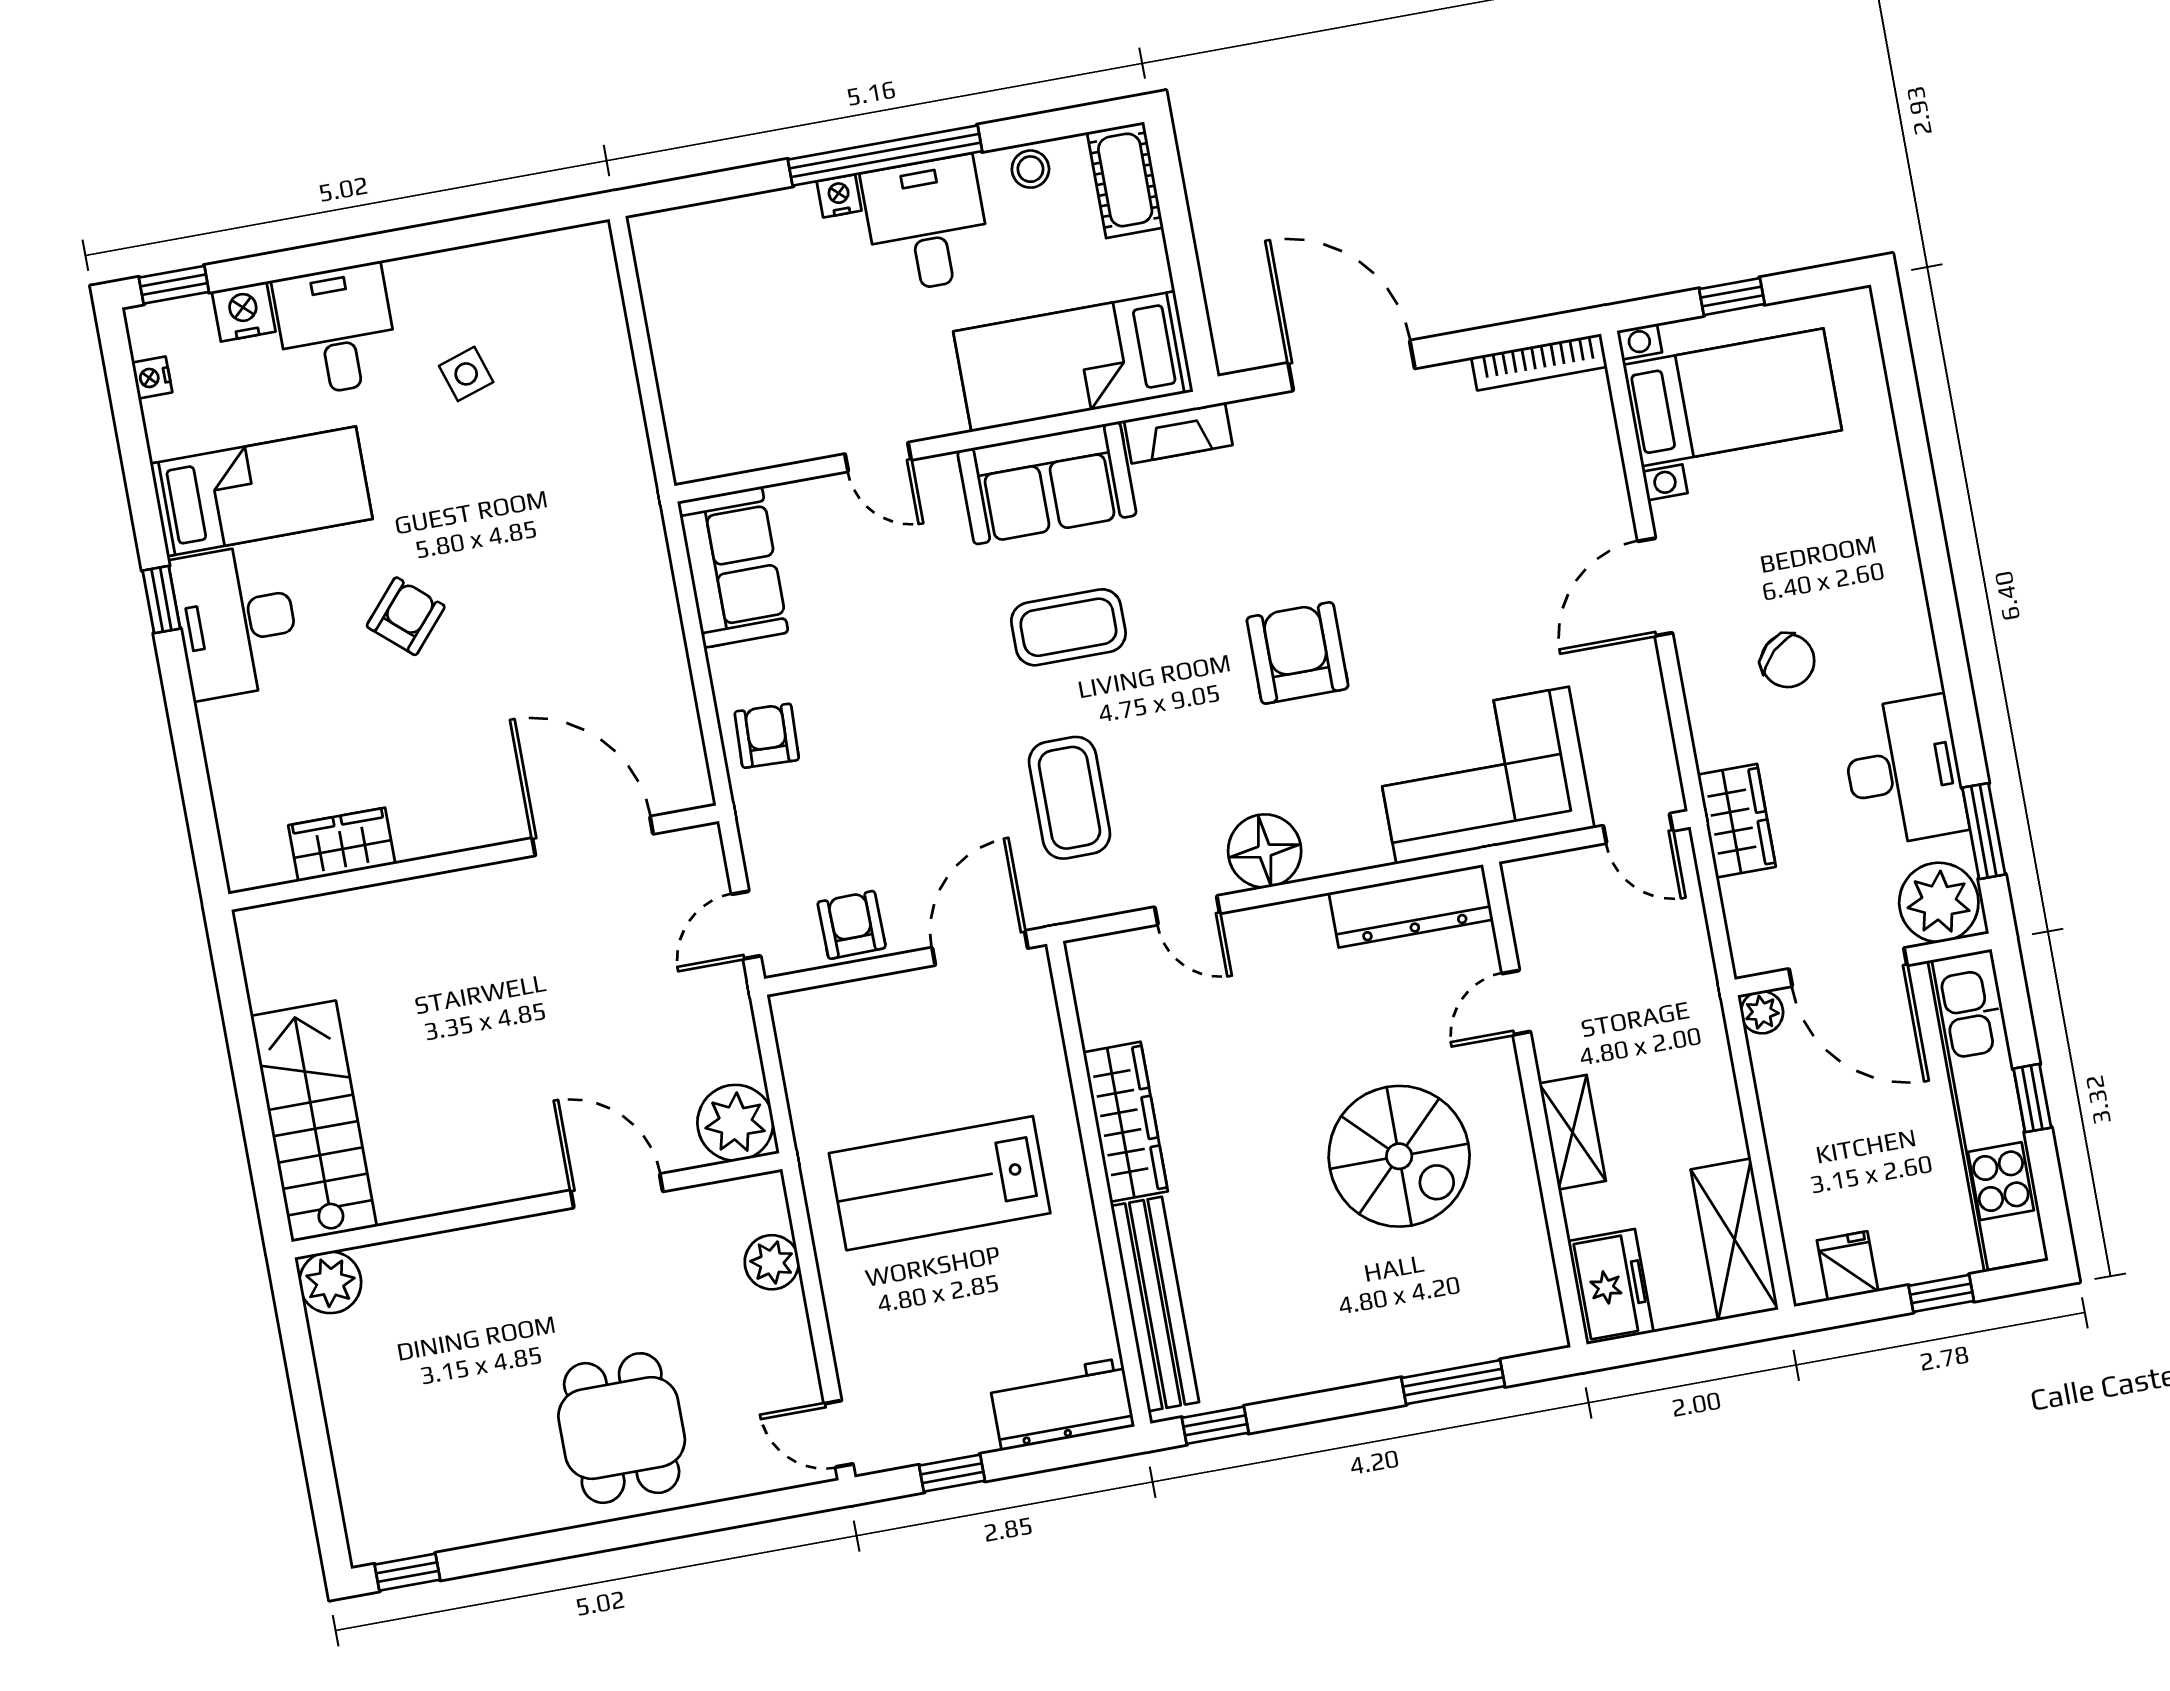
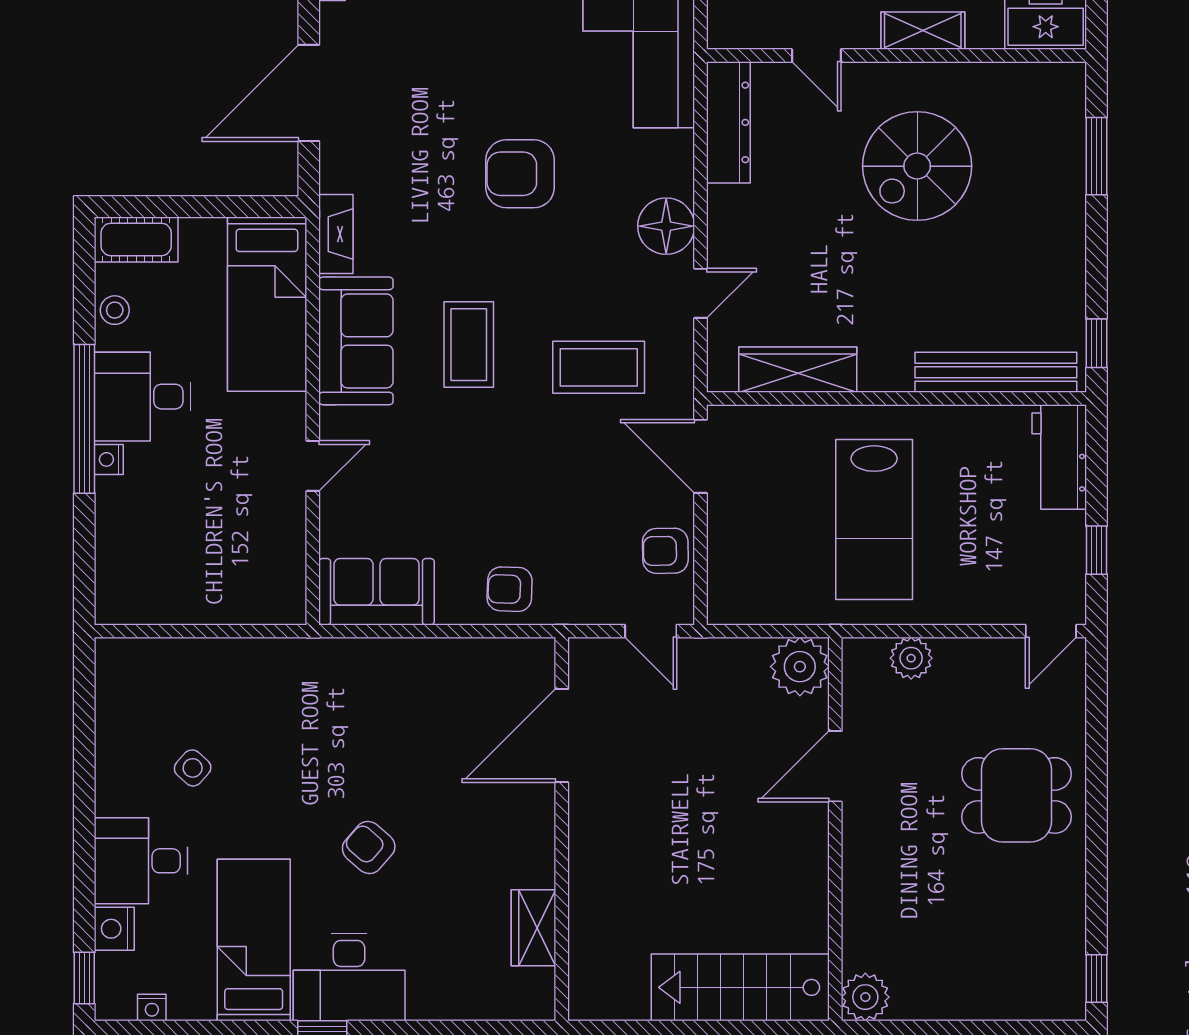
side table: (466, 374) -> (193, 768), turned -30
wardrobe: (1125, 1122) -> (798, 370), moved
spiral stairs: (1399, 1156) -> (917, 166), turned 180

